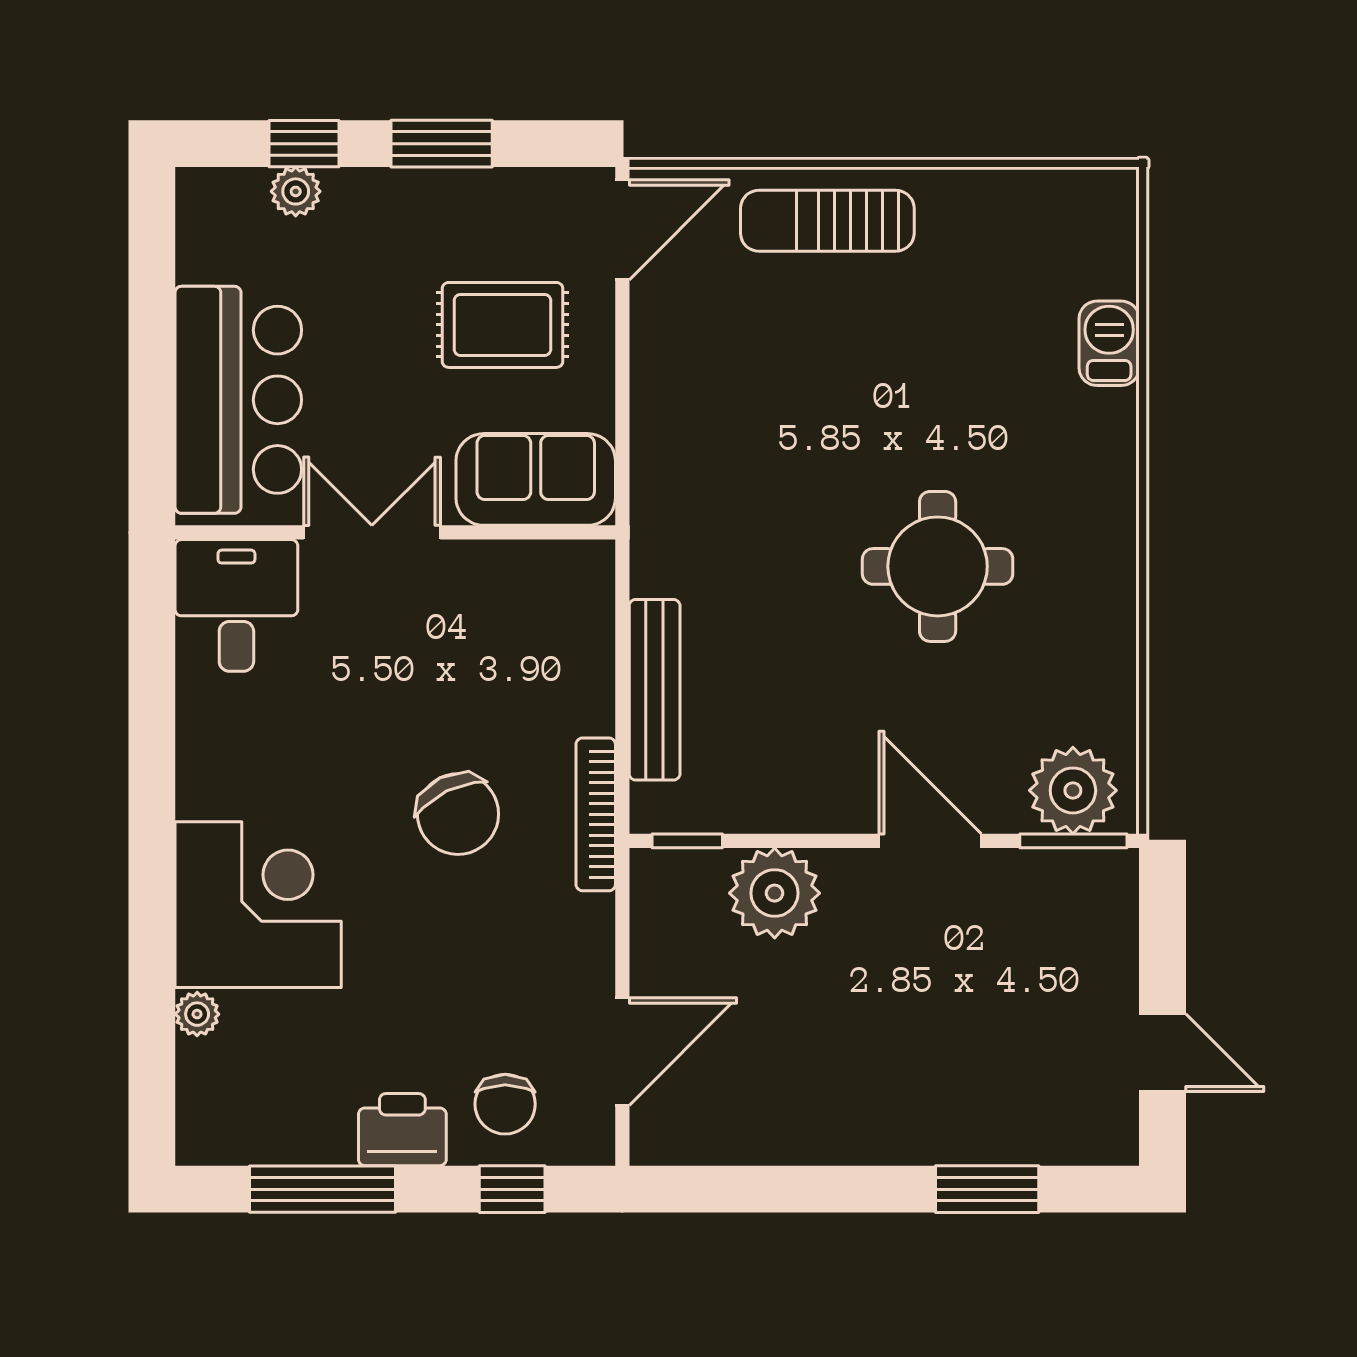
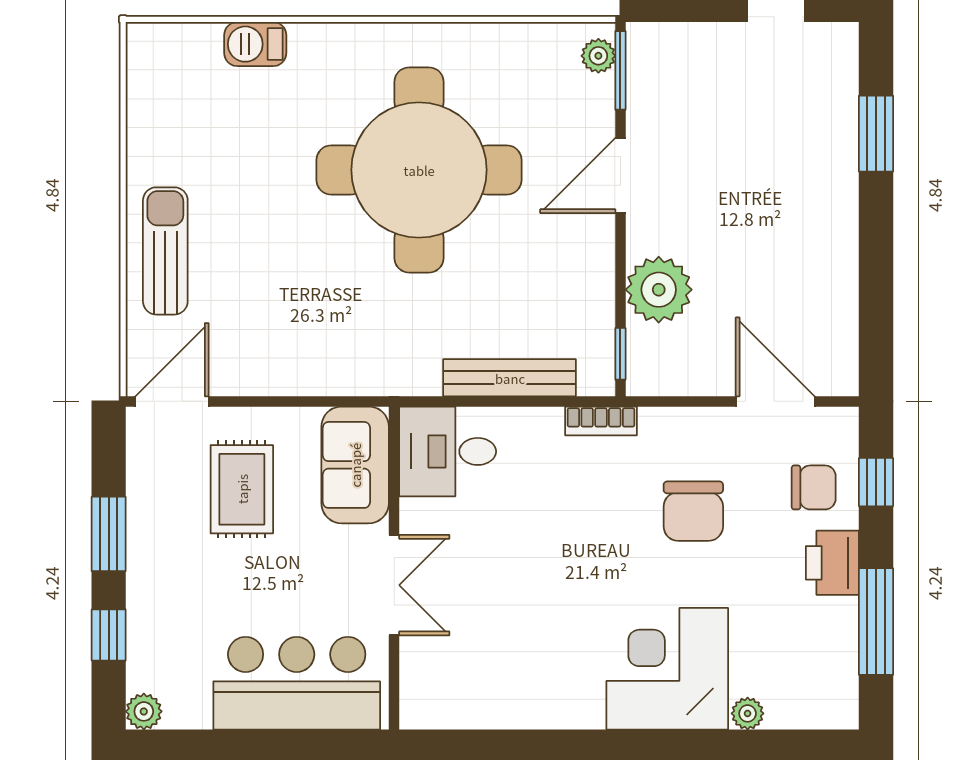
plant: (296, 191) -> (144, 711), moved
sun lounger: (827, 221) -> (165, 251), turned 180
door: (622, 230) -> (172, 401), hinge flipped
double door: (372, 532) -> (394, 585), swing flipped
round table: (938, 566) -> (419, 170), width x1.86, depth x1.86
desk: (236, 605) -> (448, 451), moved
plant: (1073, 790) -> (598, 56), width x0.53, depth x0.53
chair: (458, 814) -> (693, 511), moved, turned 116
bookcase: (596, 814) -> (601, 421), width x0.64

